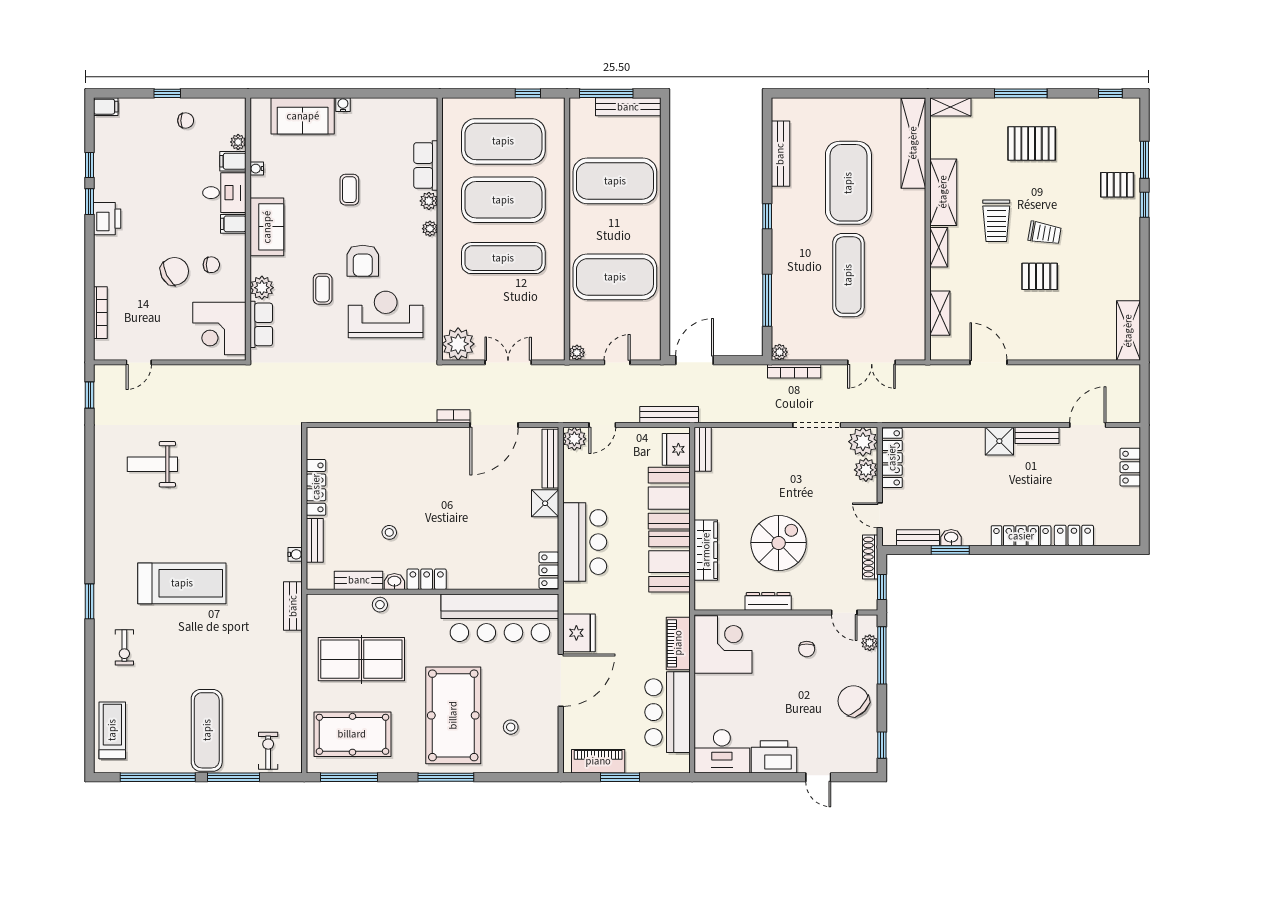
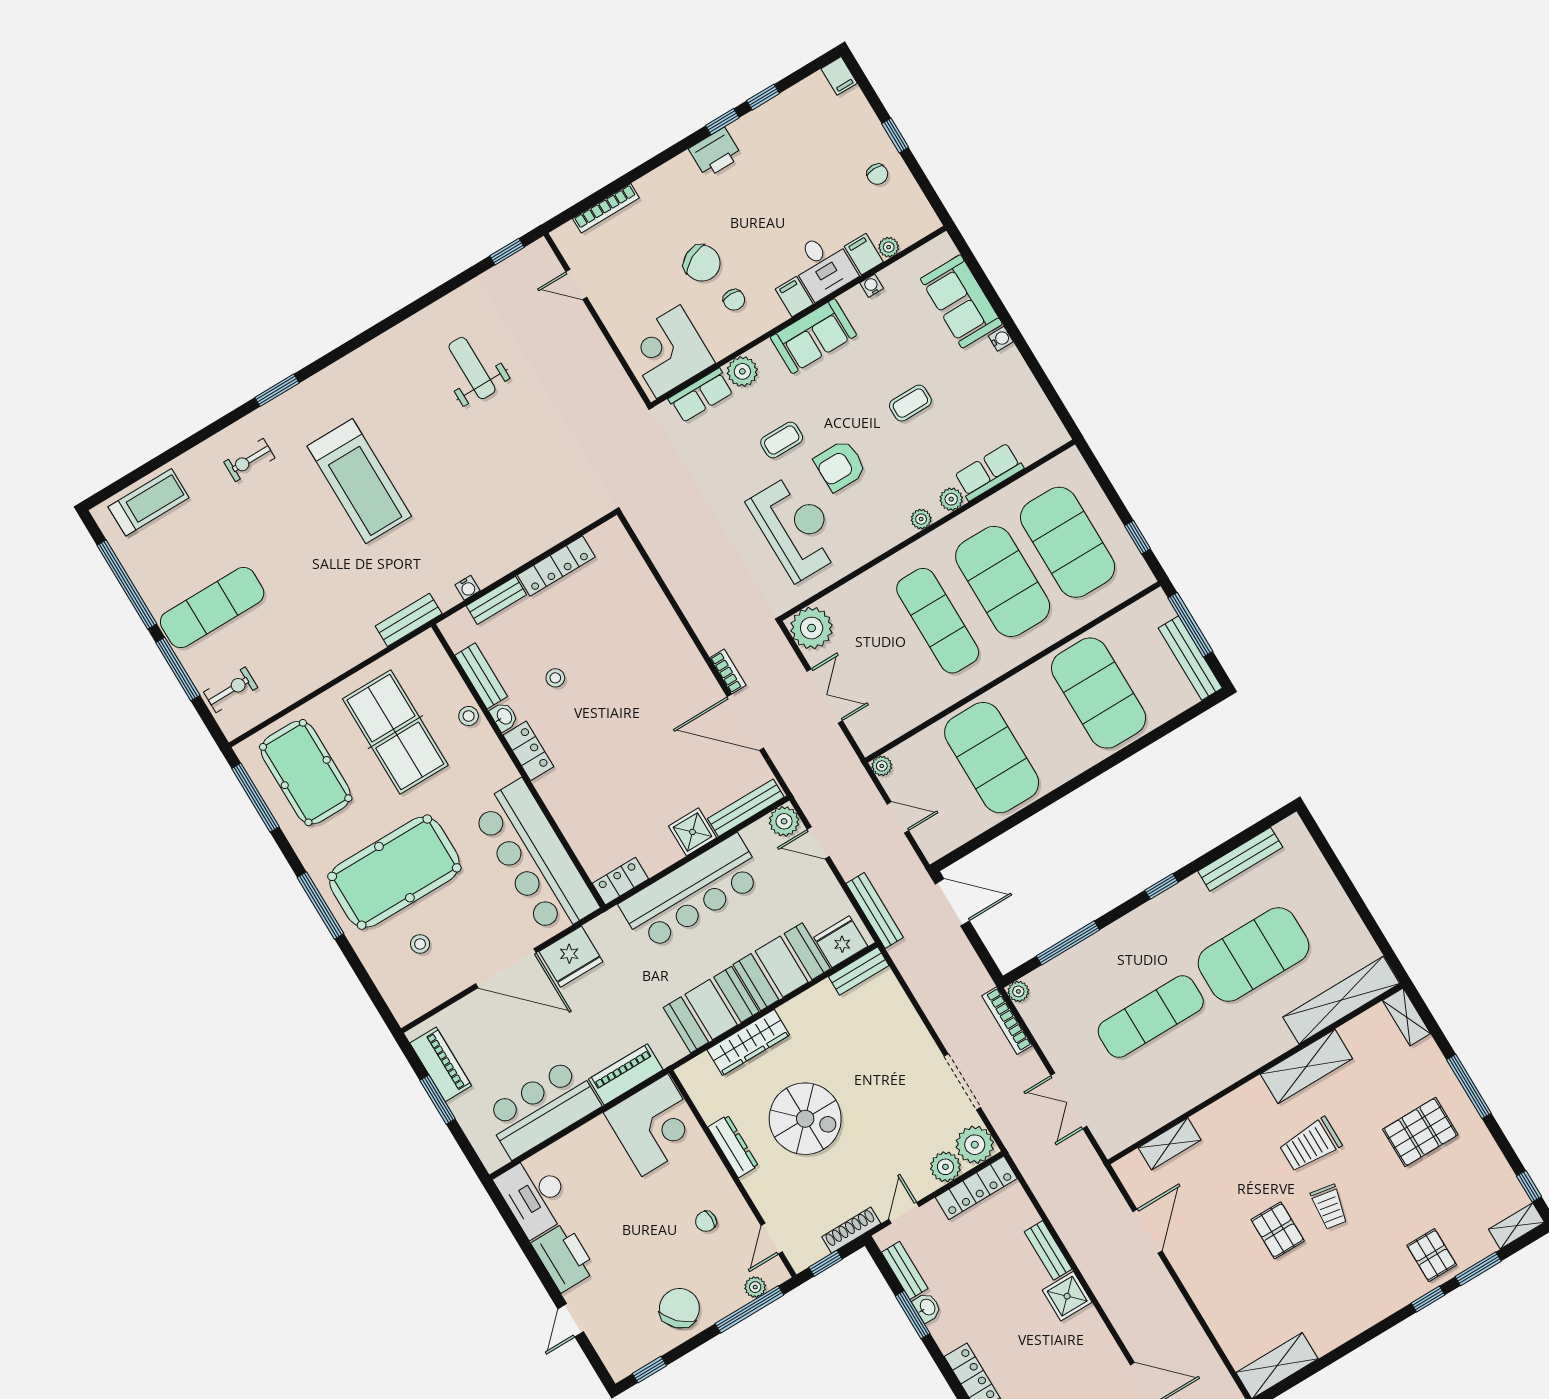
pallet: (1032, 143) -> (1420, 1132), turned 90
shelving: (939, 247) -> (1517, 1226), moved
bench: (1037, 435) -> (1048, 1250), moved
bar counter: (585, 542) -> (692, 892), width x1.36

